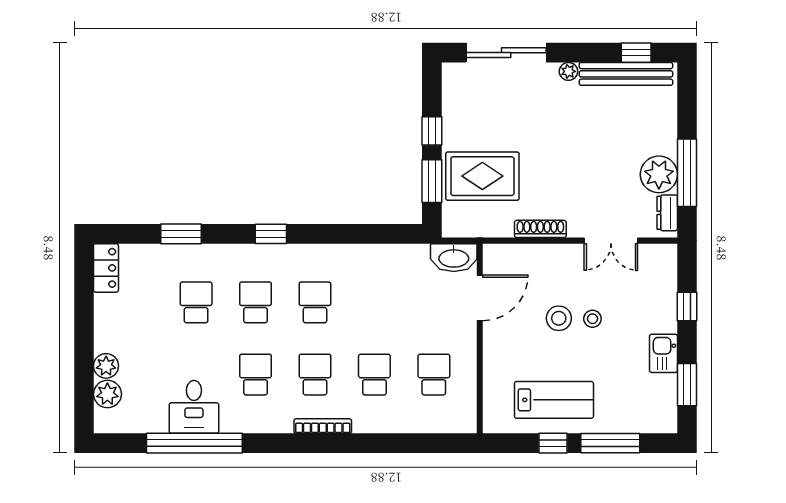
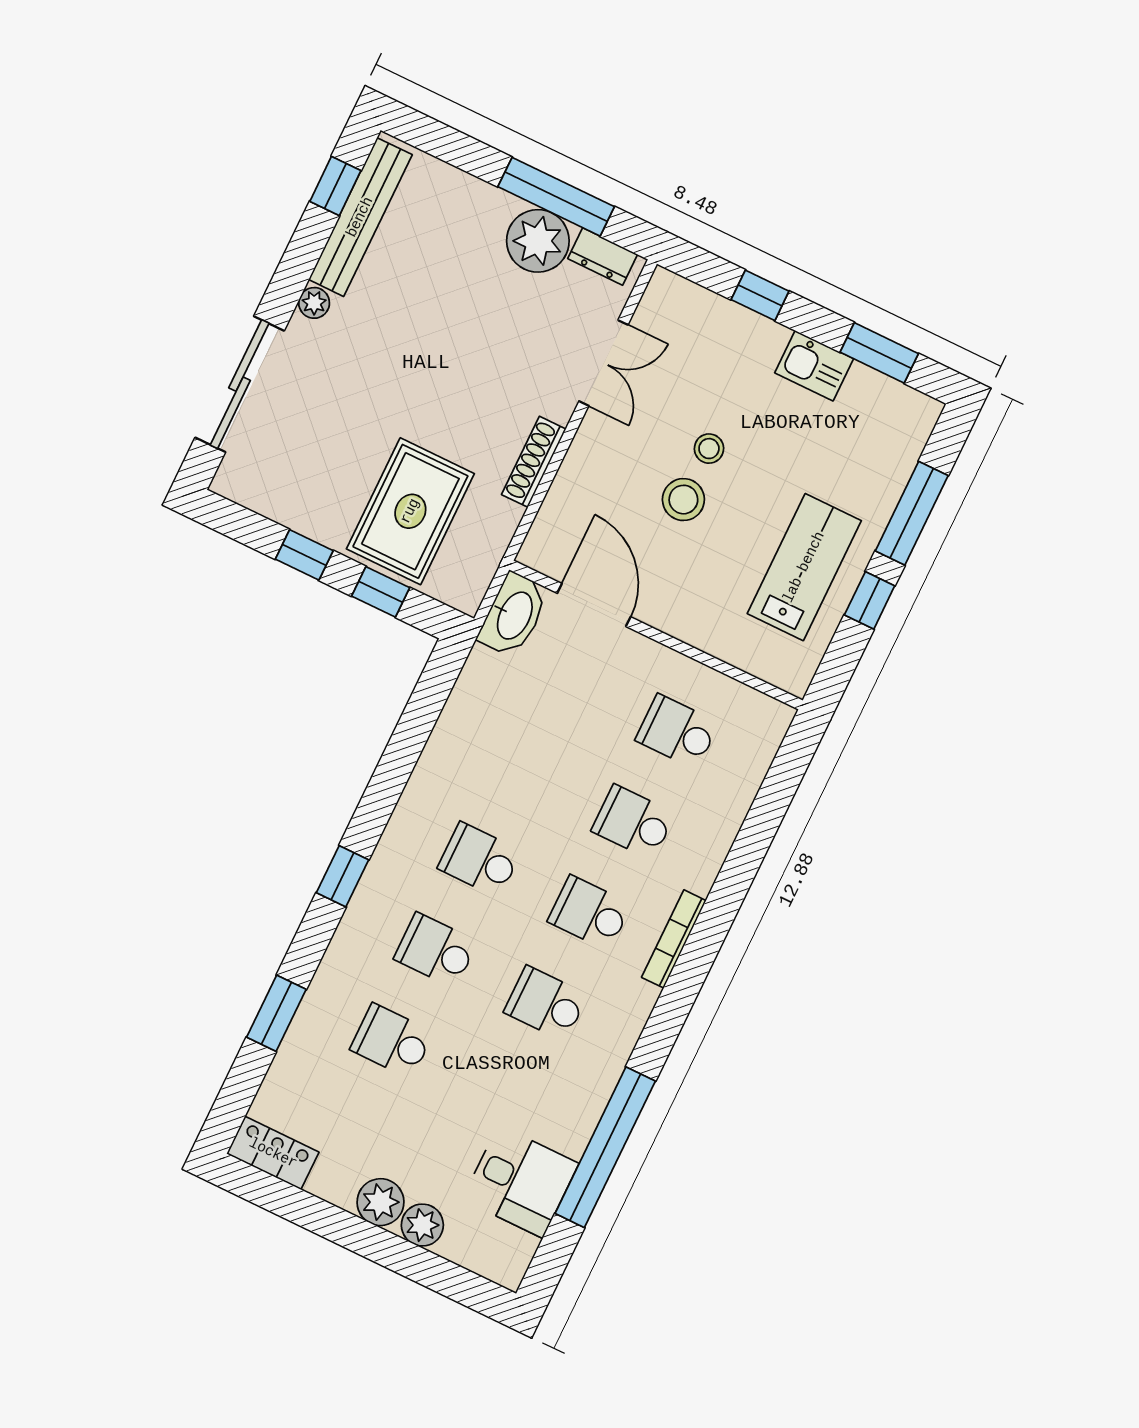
window: (432, 181) -> (381, 592), width x0.67
plant: (107, 394) -> (381, 1202), moved
desk: (194, 407) -> (521, 1181), moved

